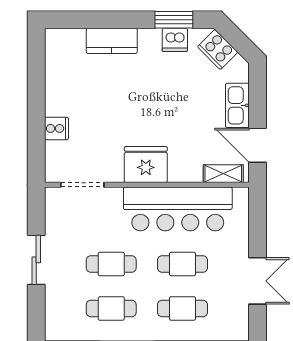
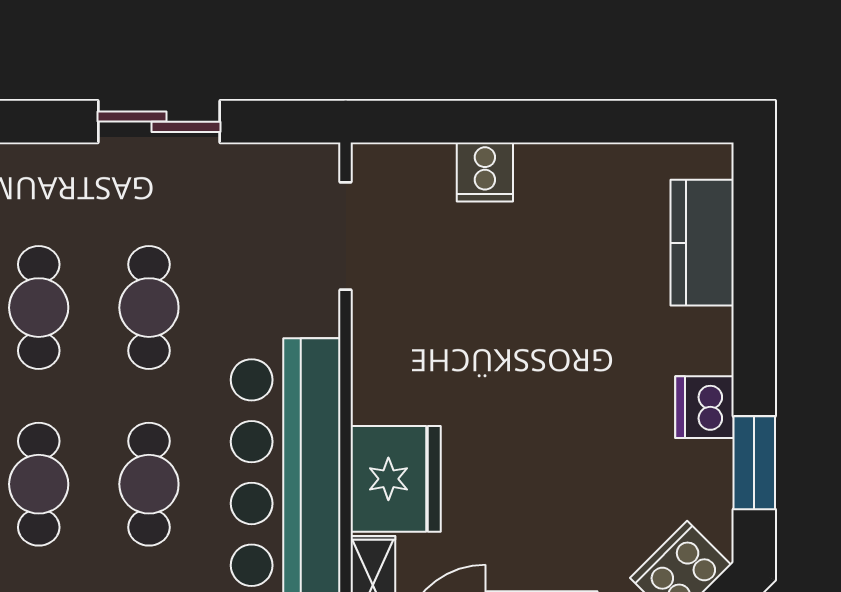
dishwasher: (175, 40) -> (704, 407), moved
kitchen counter: (112, 41) -> (702, 243), moved
fridge: (146, 164) -> (396, 479), moved

